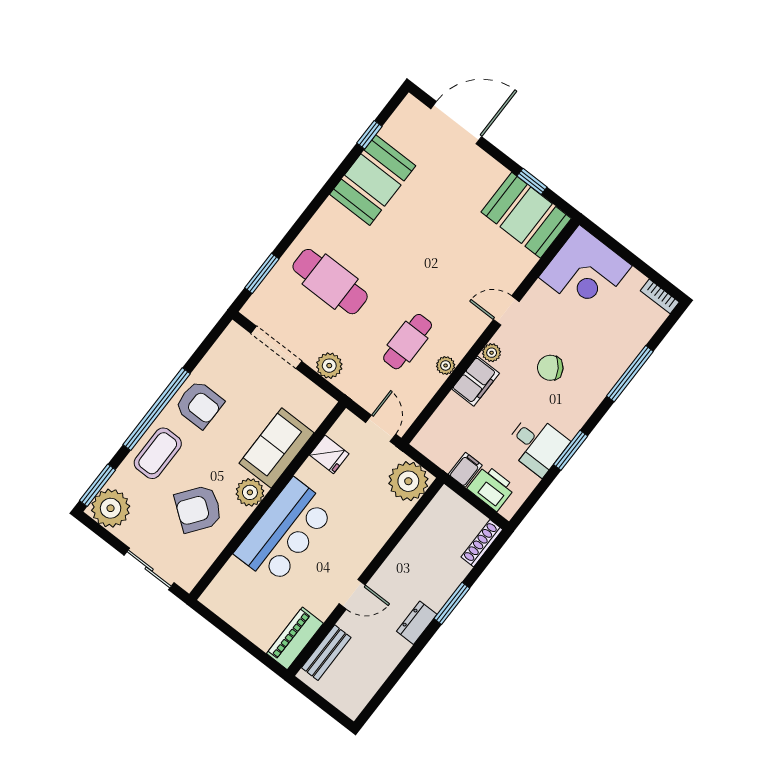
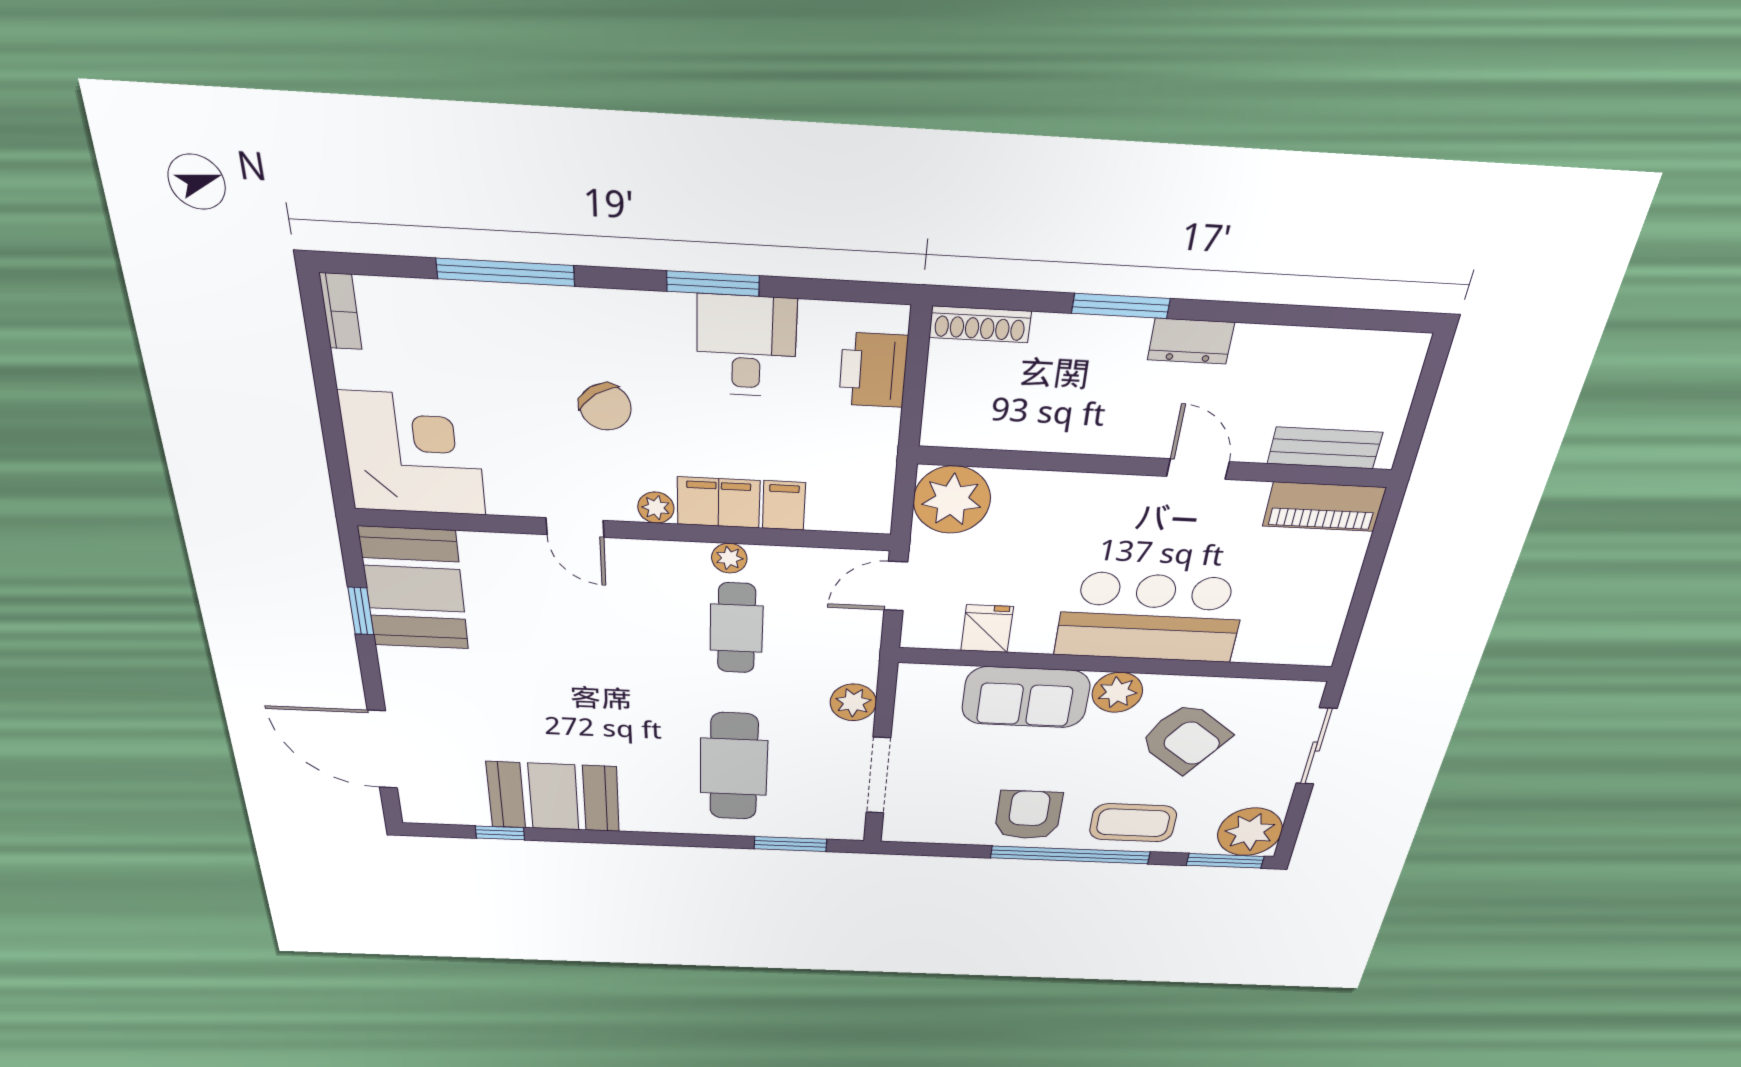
cafe table: (408, 342) -> (736, 628), turned 90
filing cabinet: (465, 470) -> (784, 505), moved, turned 90

